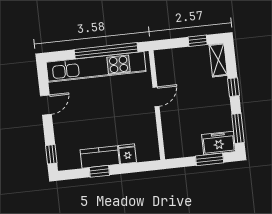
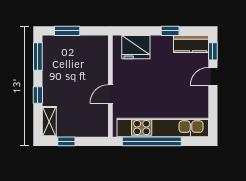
door: (46, 105) -> (213, 76), moved
freezer: (219, 143) -> (57, 45), removed
fridge: (127, 154) -> (136, 47), width x1.88, depth x1.34
kitchen counter: (100, 157) -> (191, 44), moved

